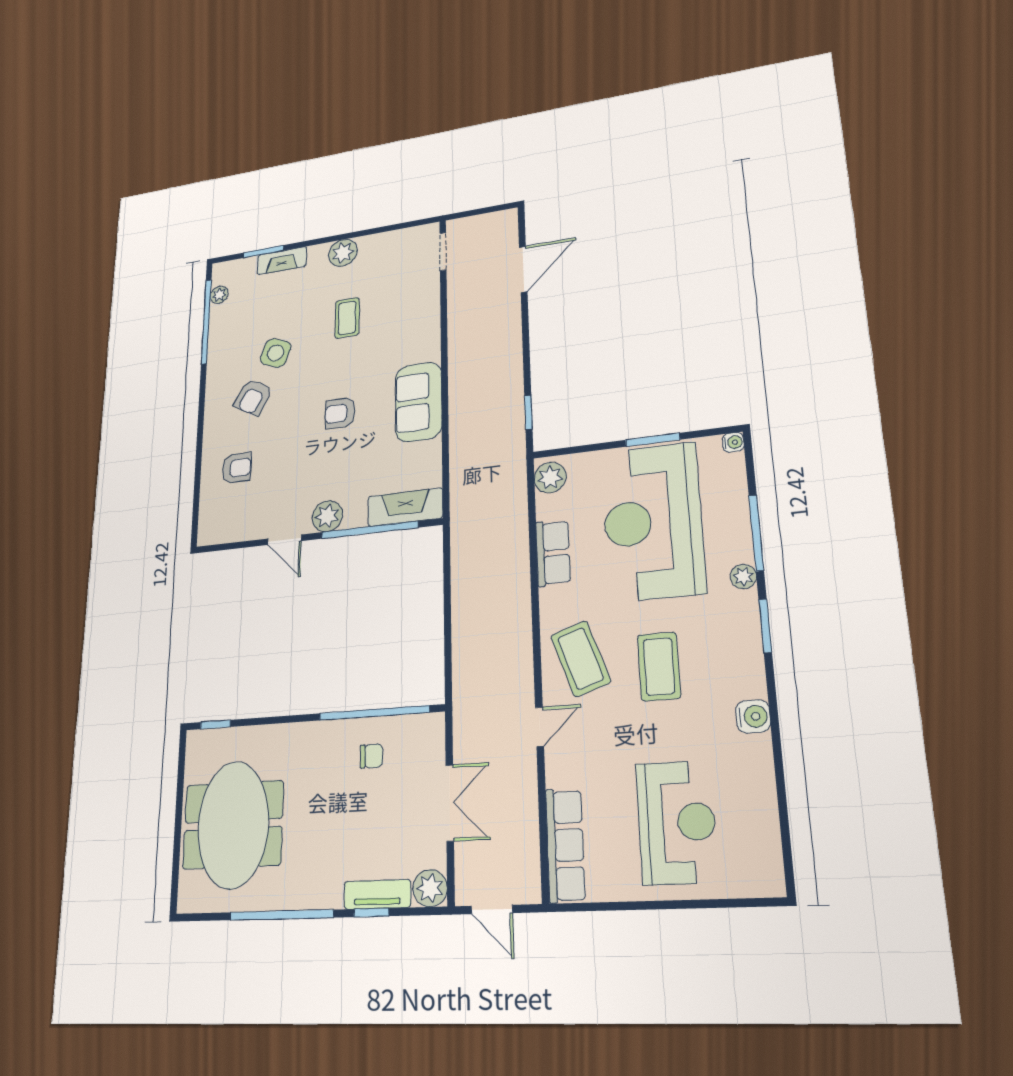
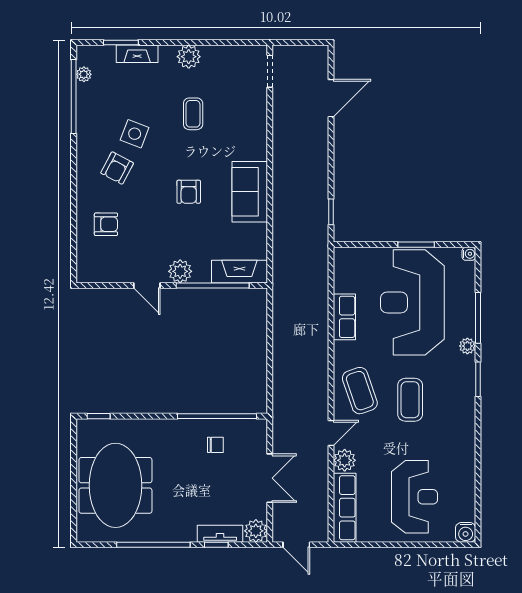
armchair: (340, 413) -> (189, 192), turned -90
plant: (550, 478) -> (345, 460), moved
water cooler: (753, 716) -> (466, 532), moved, turned 90

